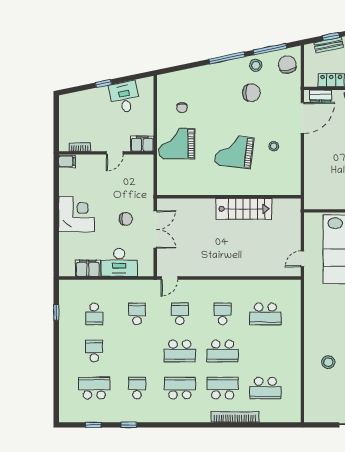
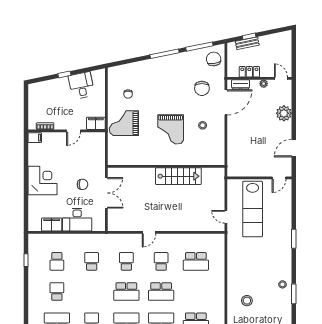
stool: (256, 65) -> (188, 60), removed
chair: (251, 93) -> (202, 88), moved, turned 90
grand piano: (234, 151) -> (171, 129), turned -97
door: (302, 259) -> (226, 217), hinge flipped
door: (169, 278) -> (149, 232), moved

